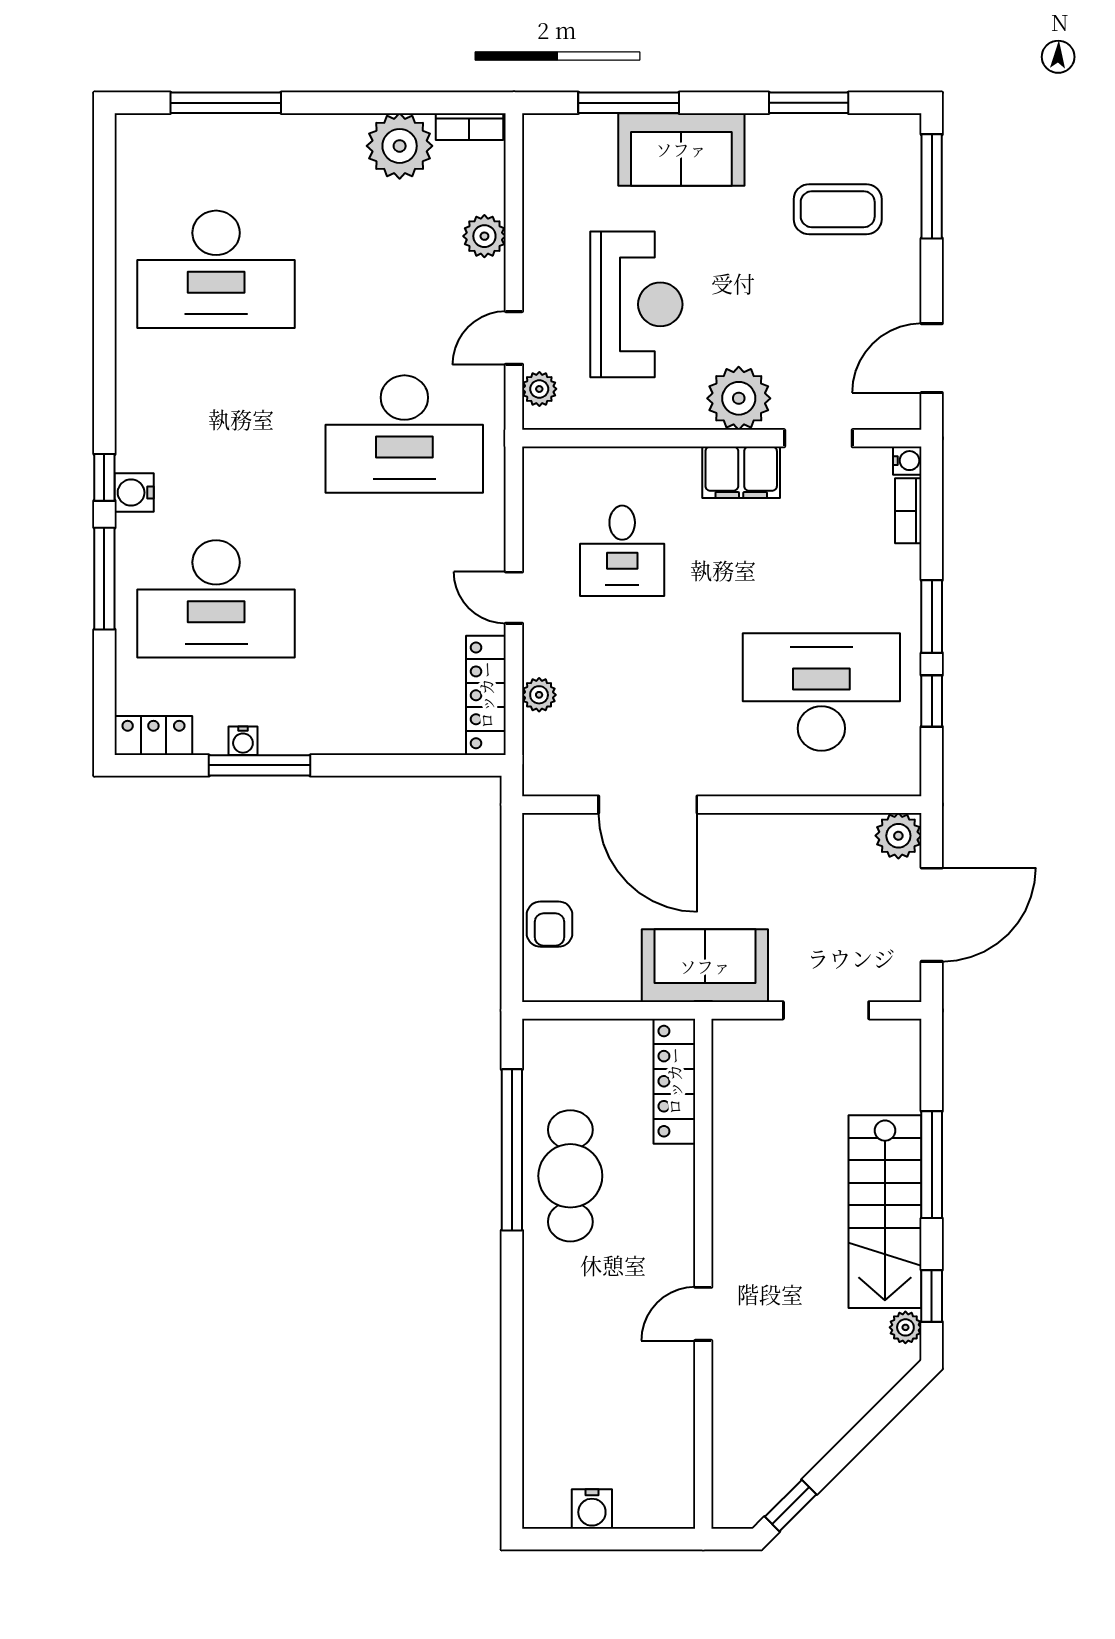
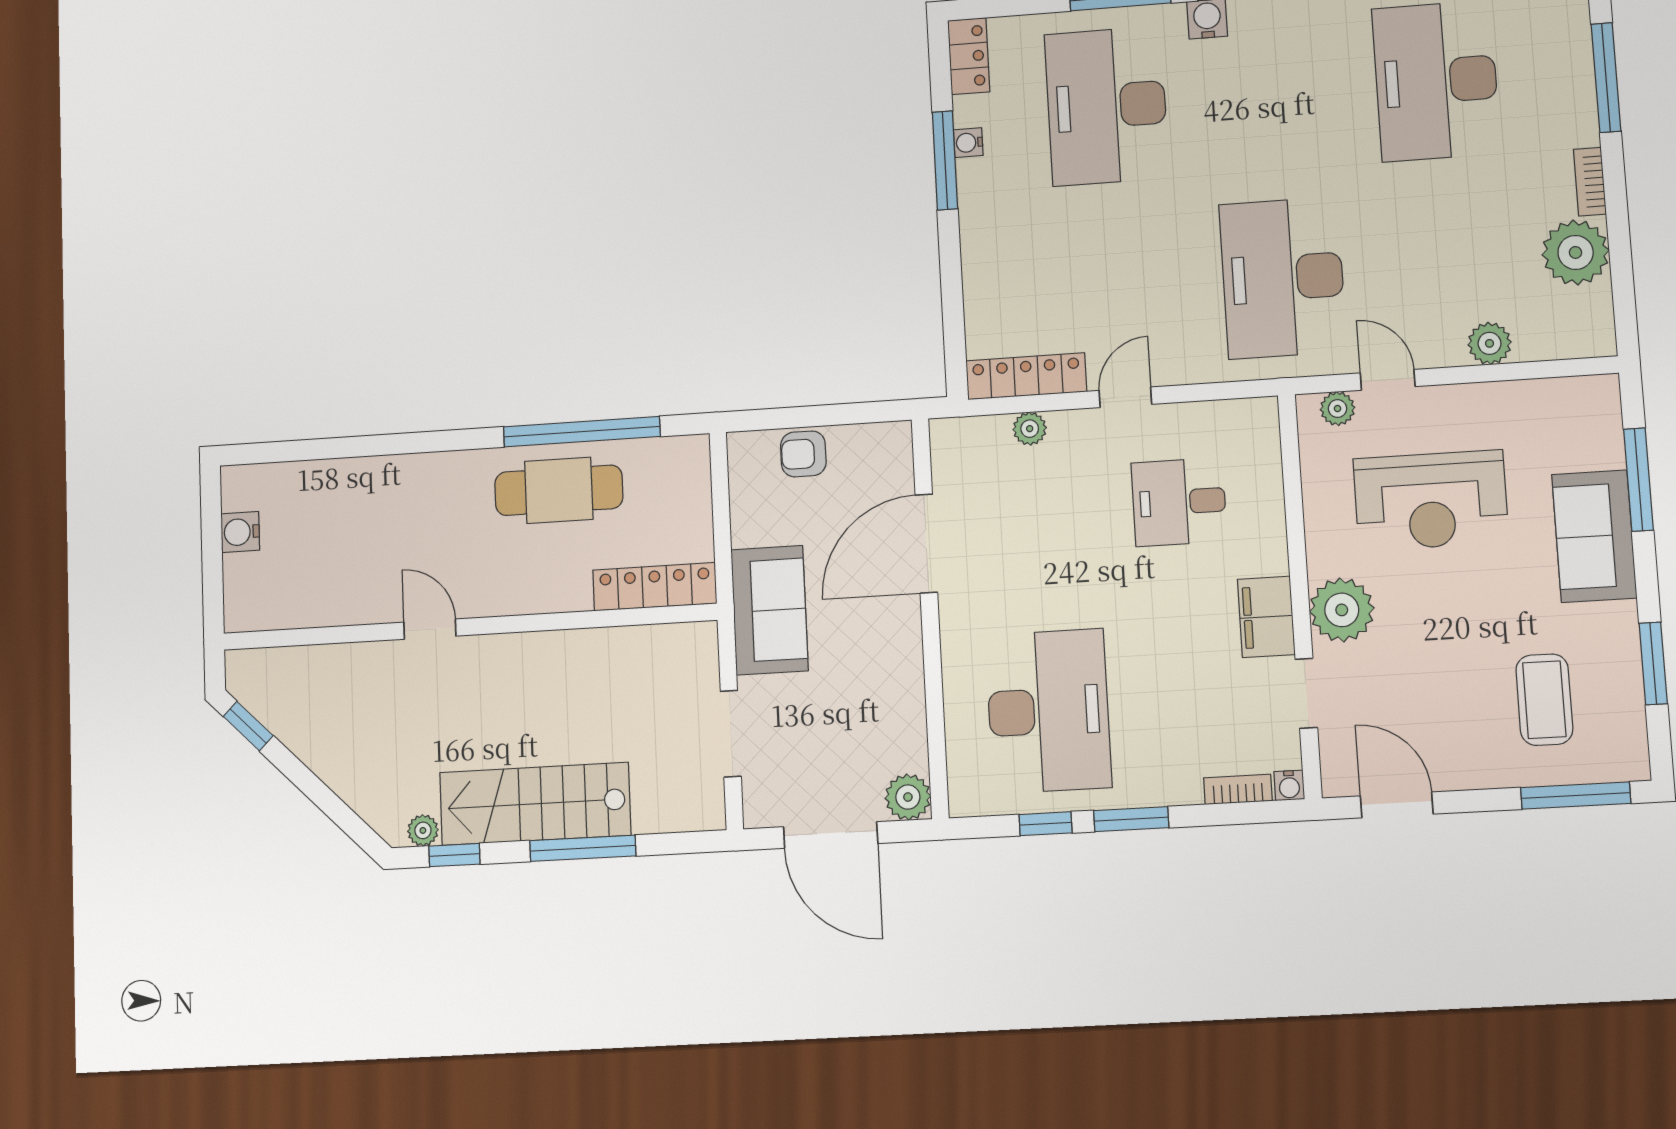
bookcase: (469, 127) -> (1590, 182), moved

